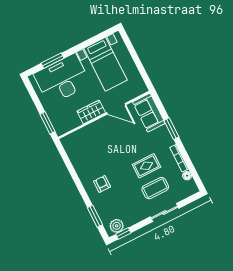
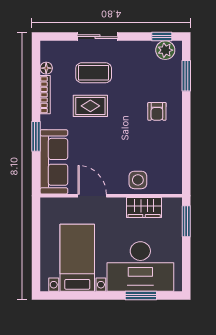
wardrobe: (91, 112) -> (144, 207), moved
sofa: (149, 113) -> (54, 162), width x1.36
side table: (92, 134) -> (138, 180), added

